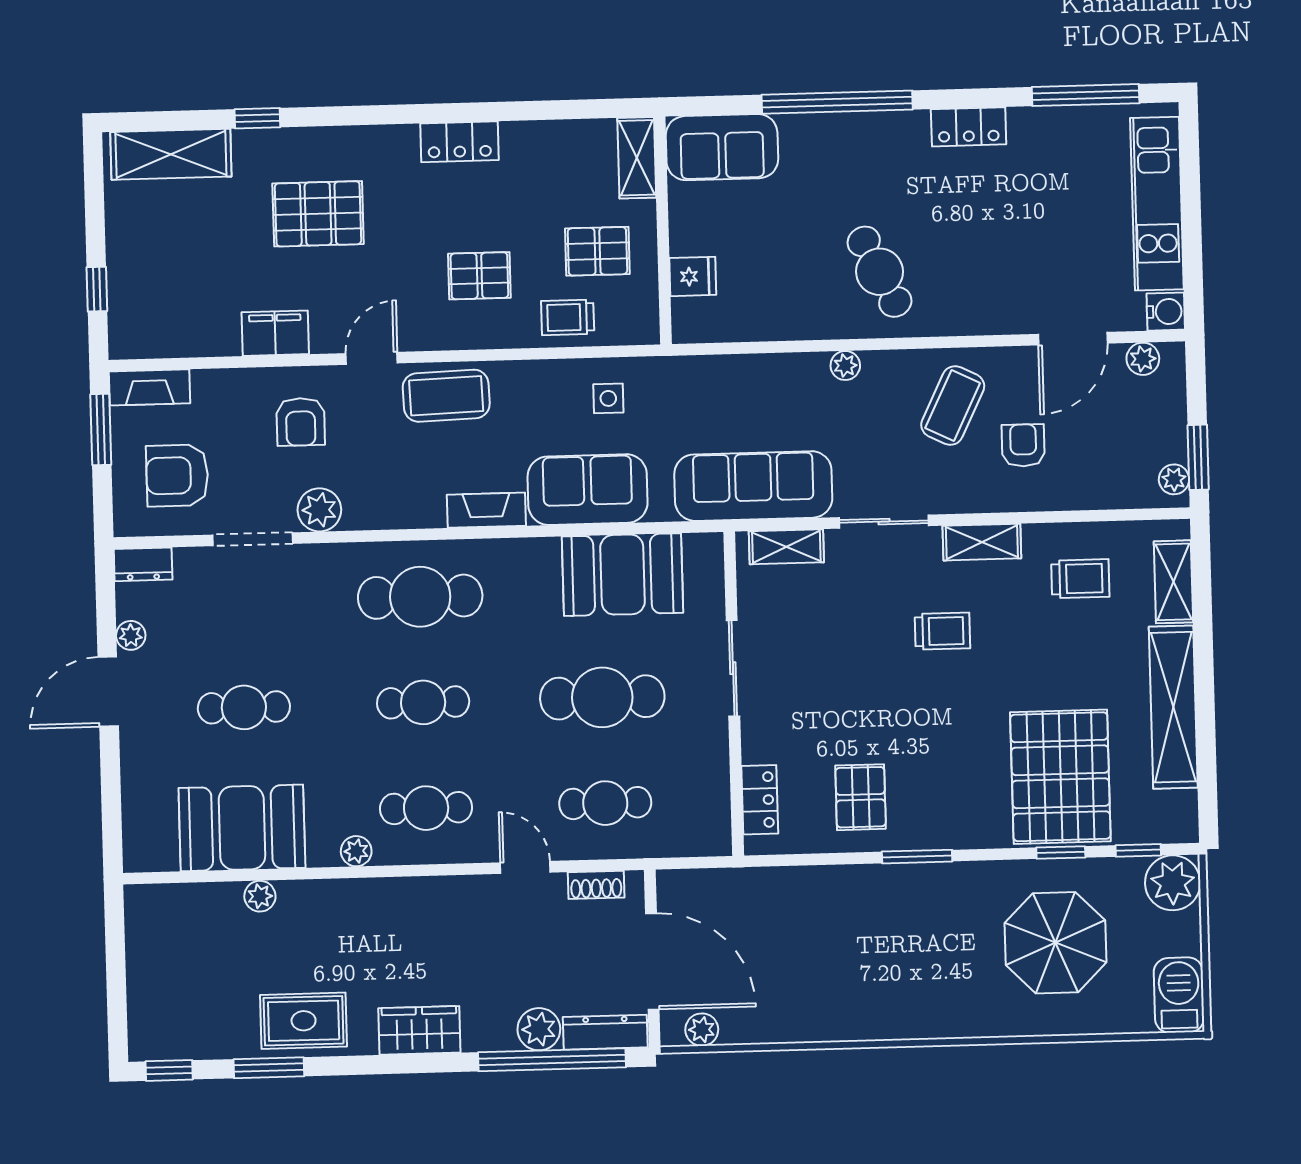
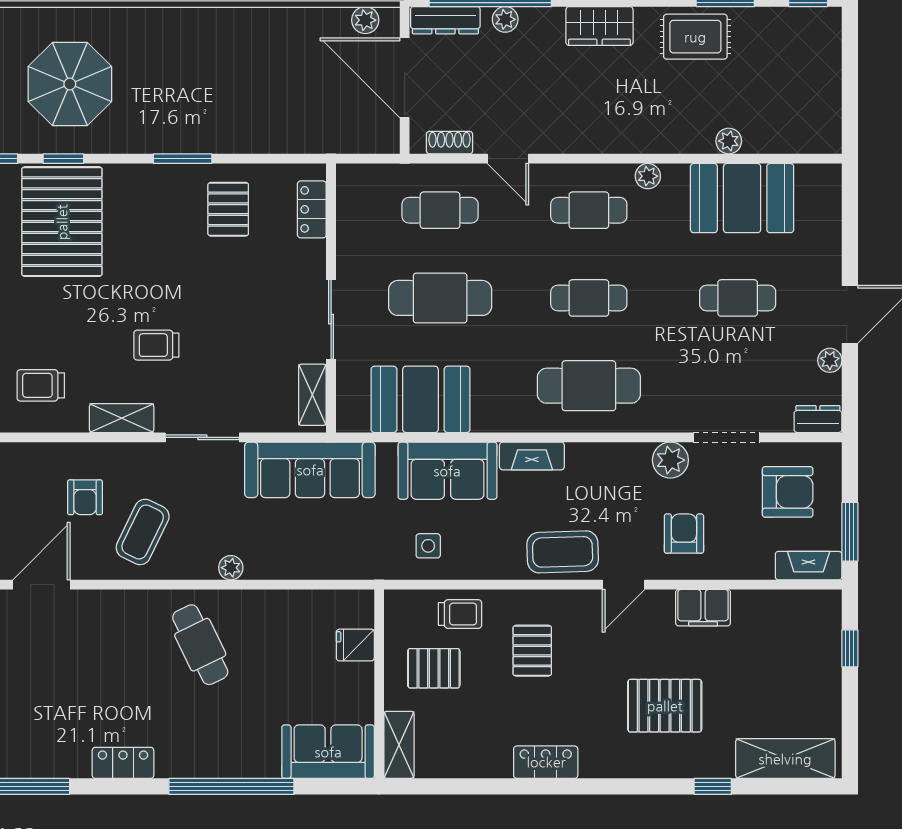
pallet: (479, 276) -> (532, 651), turned 90
shelving: (786, 547) -> (312, 395), moved, turned 90
plant: (539, 1029) -> (505, 19), width x0.73, depth x0.73

